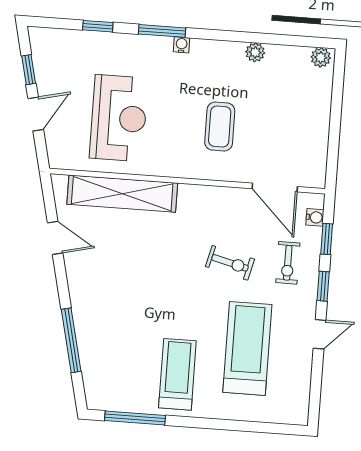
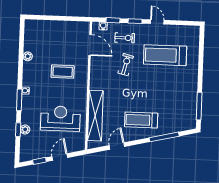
plant: (321, 57) -> (25, 130), moved
door: (36, 114) -> (60, 157), hinge flipped
door: (275, 188) -> (90, 45), hinge flipped
treadmill: (177, 374) -> (141, 120), moved

